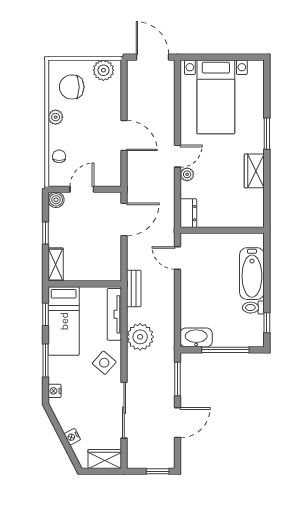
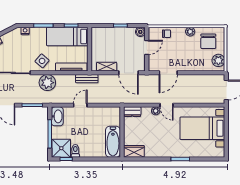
chair: (72, 87) -> (208, 41), turned 180
door: (124, 135) -> (168, 73), moved
wardrobe: (254, 171) -> (134, 151), moved
door: (82, 189) -> (147, 47), hinge flipped
door: (178, 258) -> (80, 105), moved
shelving: (56, 265) -> (107, 67), moved
bathtub: (252, 274) -> (113, 142), moved, turned -90
shower: (249, 331) -> (61, 148), added
plant: (140, 337) -> (47, 83), moved

